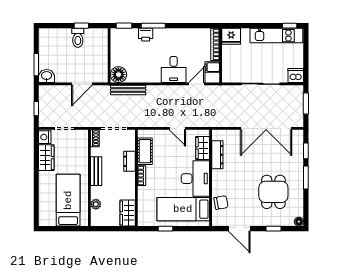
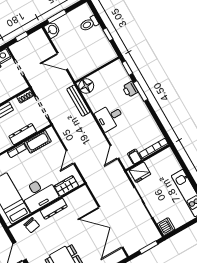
fridge: (231, 36) -> (140, 172), moved, turned -90
toilet: (78, 38) -> (89, 24), moved
desk: (174, 69) -> (110, 117), moved
door: (197, 84) -> (114, 152), swing flipped
dresser: (217, 155) -> (54, 209), moved
dresser: (130, 161) -> (23, 134), width x1.44

